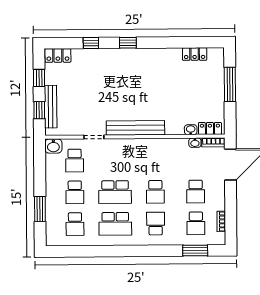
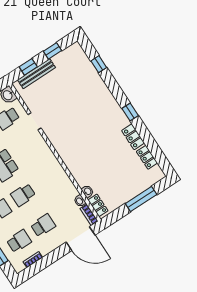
window: (91, 43) -> (99, 64), moved
window: (128, 43) -> (130, 112), moved
locker: (58, 55) -> (133, 137), moved
bench: (135, 128) -> (62, 148), removed
school desk: (196, 192) -> (43, 225), turned 180
school desk: (196, 223) -> (19, 241), turned 180

